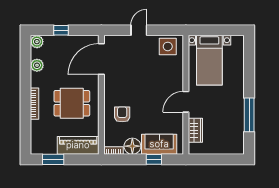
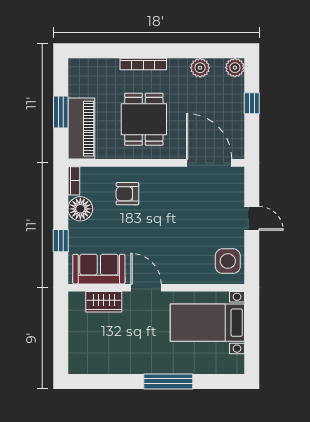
armchair: (122, 114) -> (127, 194), turned 180
window: (249, 115) -> (168, 381), moved
sofa: (159, 144) -> (99, 269), moved, turned -90
window: (53, 159) -> (61, 112), moved

